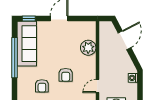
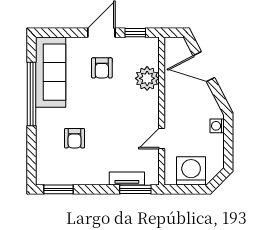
window: (29, 18) -> (135, 33), moved
door: (124, 40) -> (204, 67), swing flipped
armchair: (66, 75) -> (102, 68), moved

